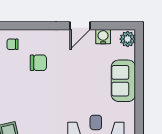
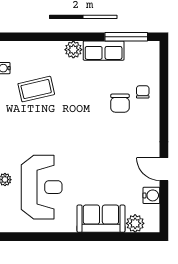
plant: (128, 39) -> (135, 223), moved
chair: (38, 63) -> (120, 103), moved

